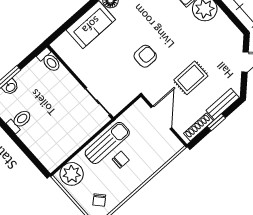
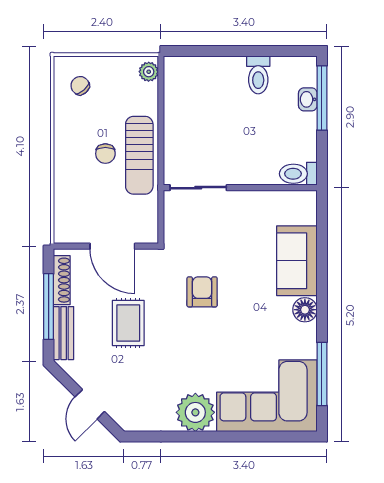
armchair: (145, 56) -> (202, 292), turned 180
window: (216, 122) -> (49, 307), width x2.17
plant: (72, 174) -> (149, 72), width x0.53, depth x0.53

